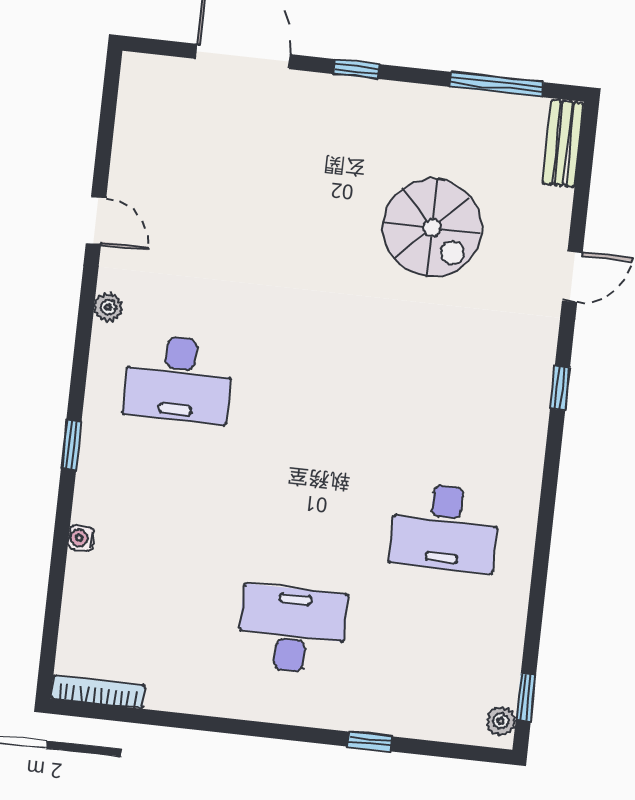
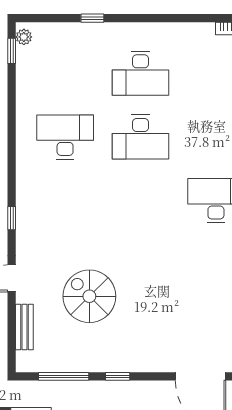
window: (356, 69) -> (118, 376), moved
bench: (563, 143) -> (24, 327), moved
desk: (305, 512) -> (141, 137), added

